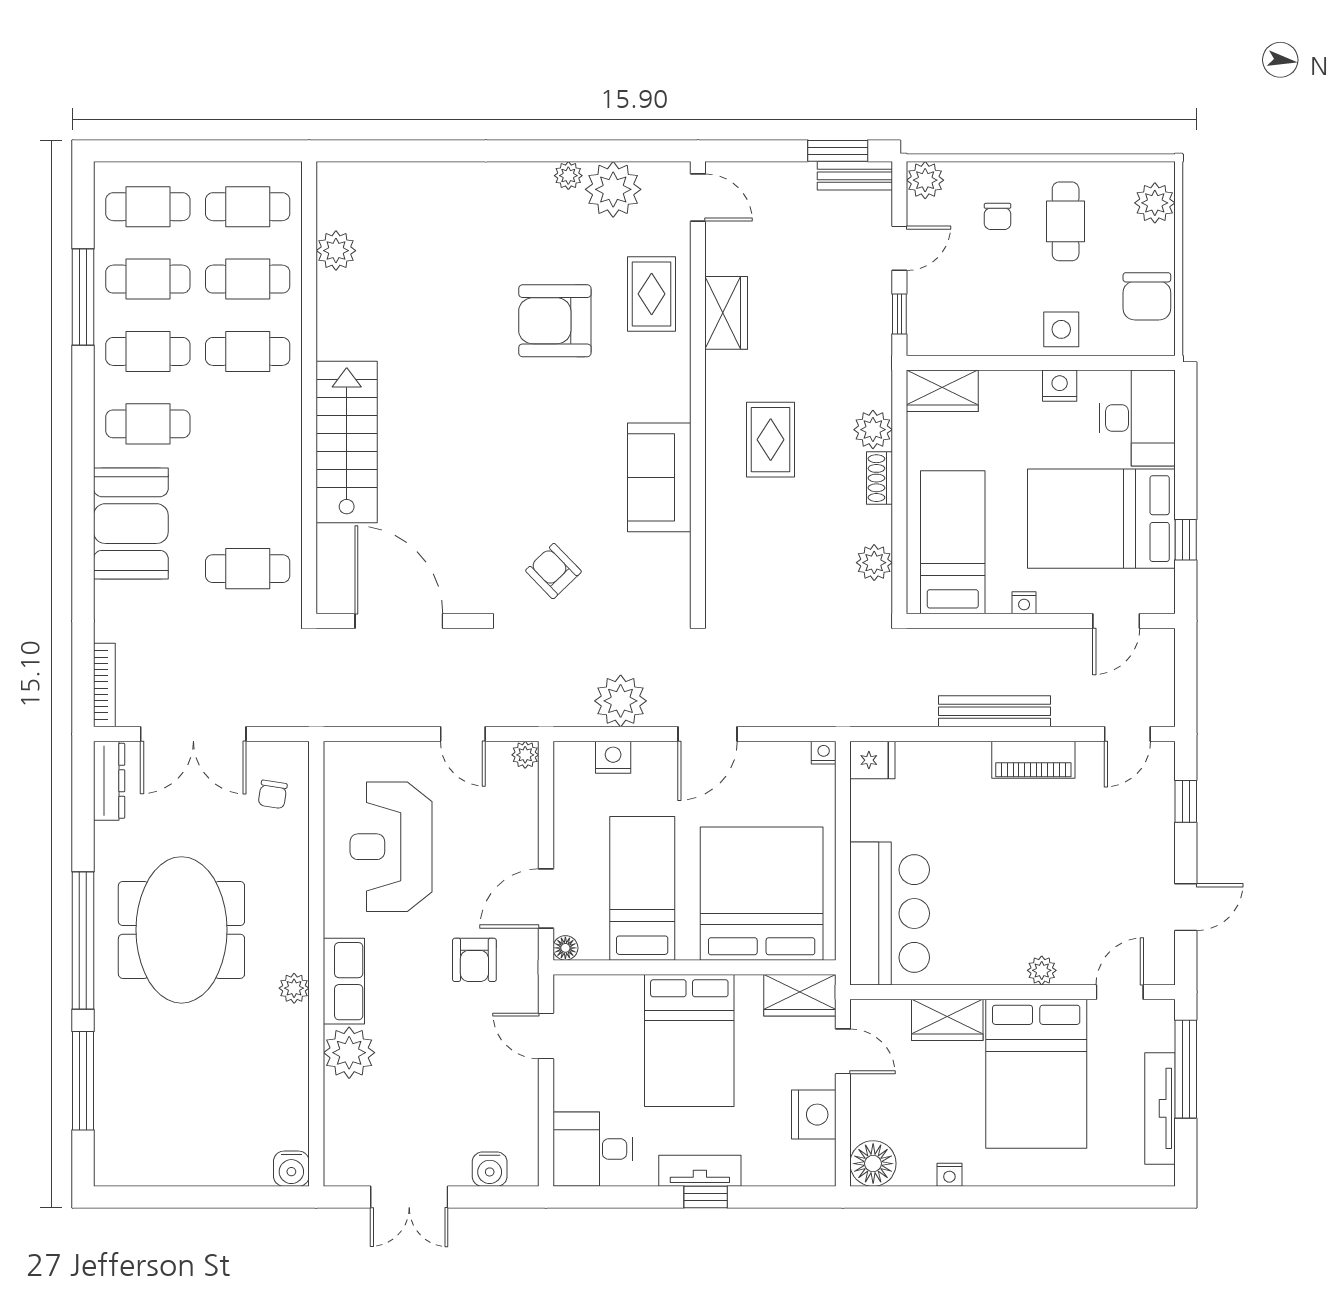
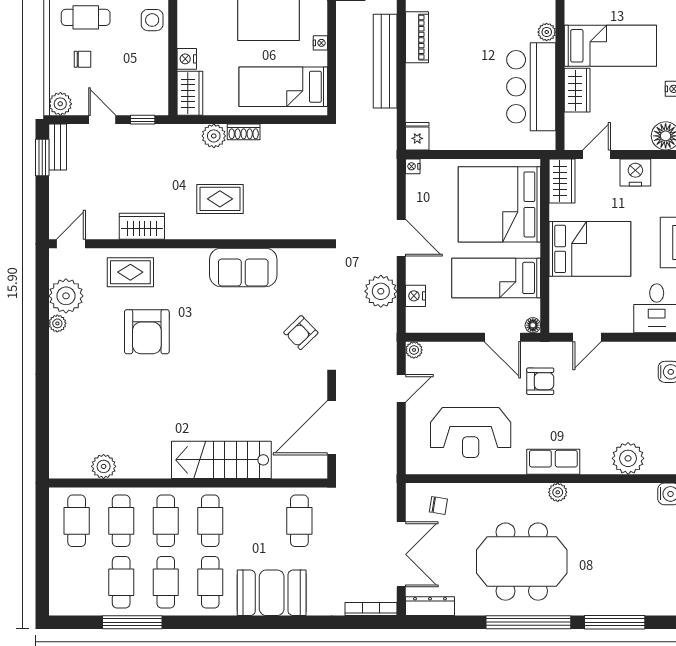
cafe table: (148, 207) -> (210, 521), moved
nightstand: (1060, 386) -> (187, 59), moved
plant: (874, 563) -> (296, 135), removed
bench: (995, 711) -> (385, 61), width x1.37, depth x1.21
bar counter: (890, 913) -> (531, 87), moved, turned -90
plant: (349, 1053) -> (628, 458), moved
bed: (1036, 1074) -> (610, 46), width x0.67

